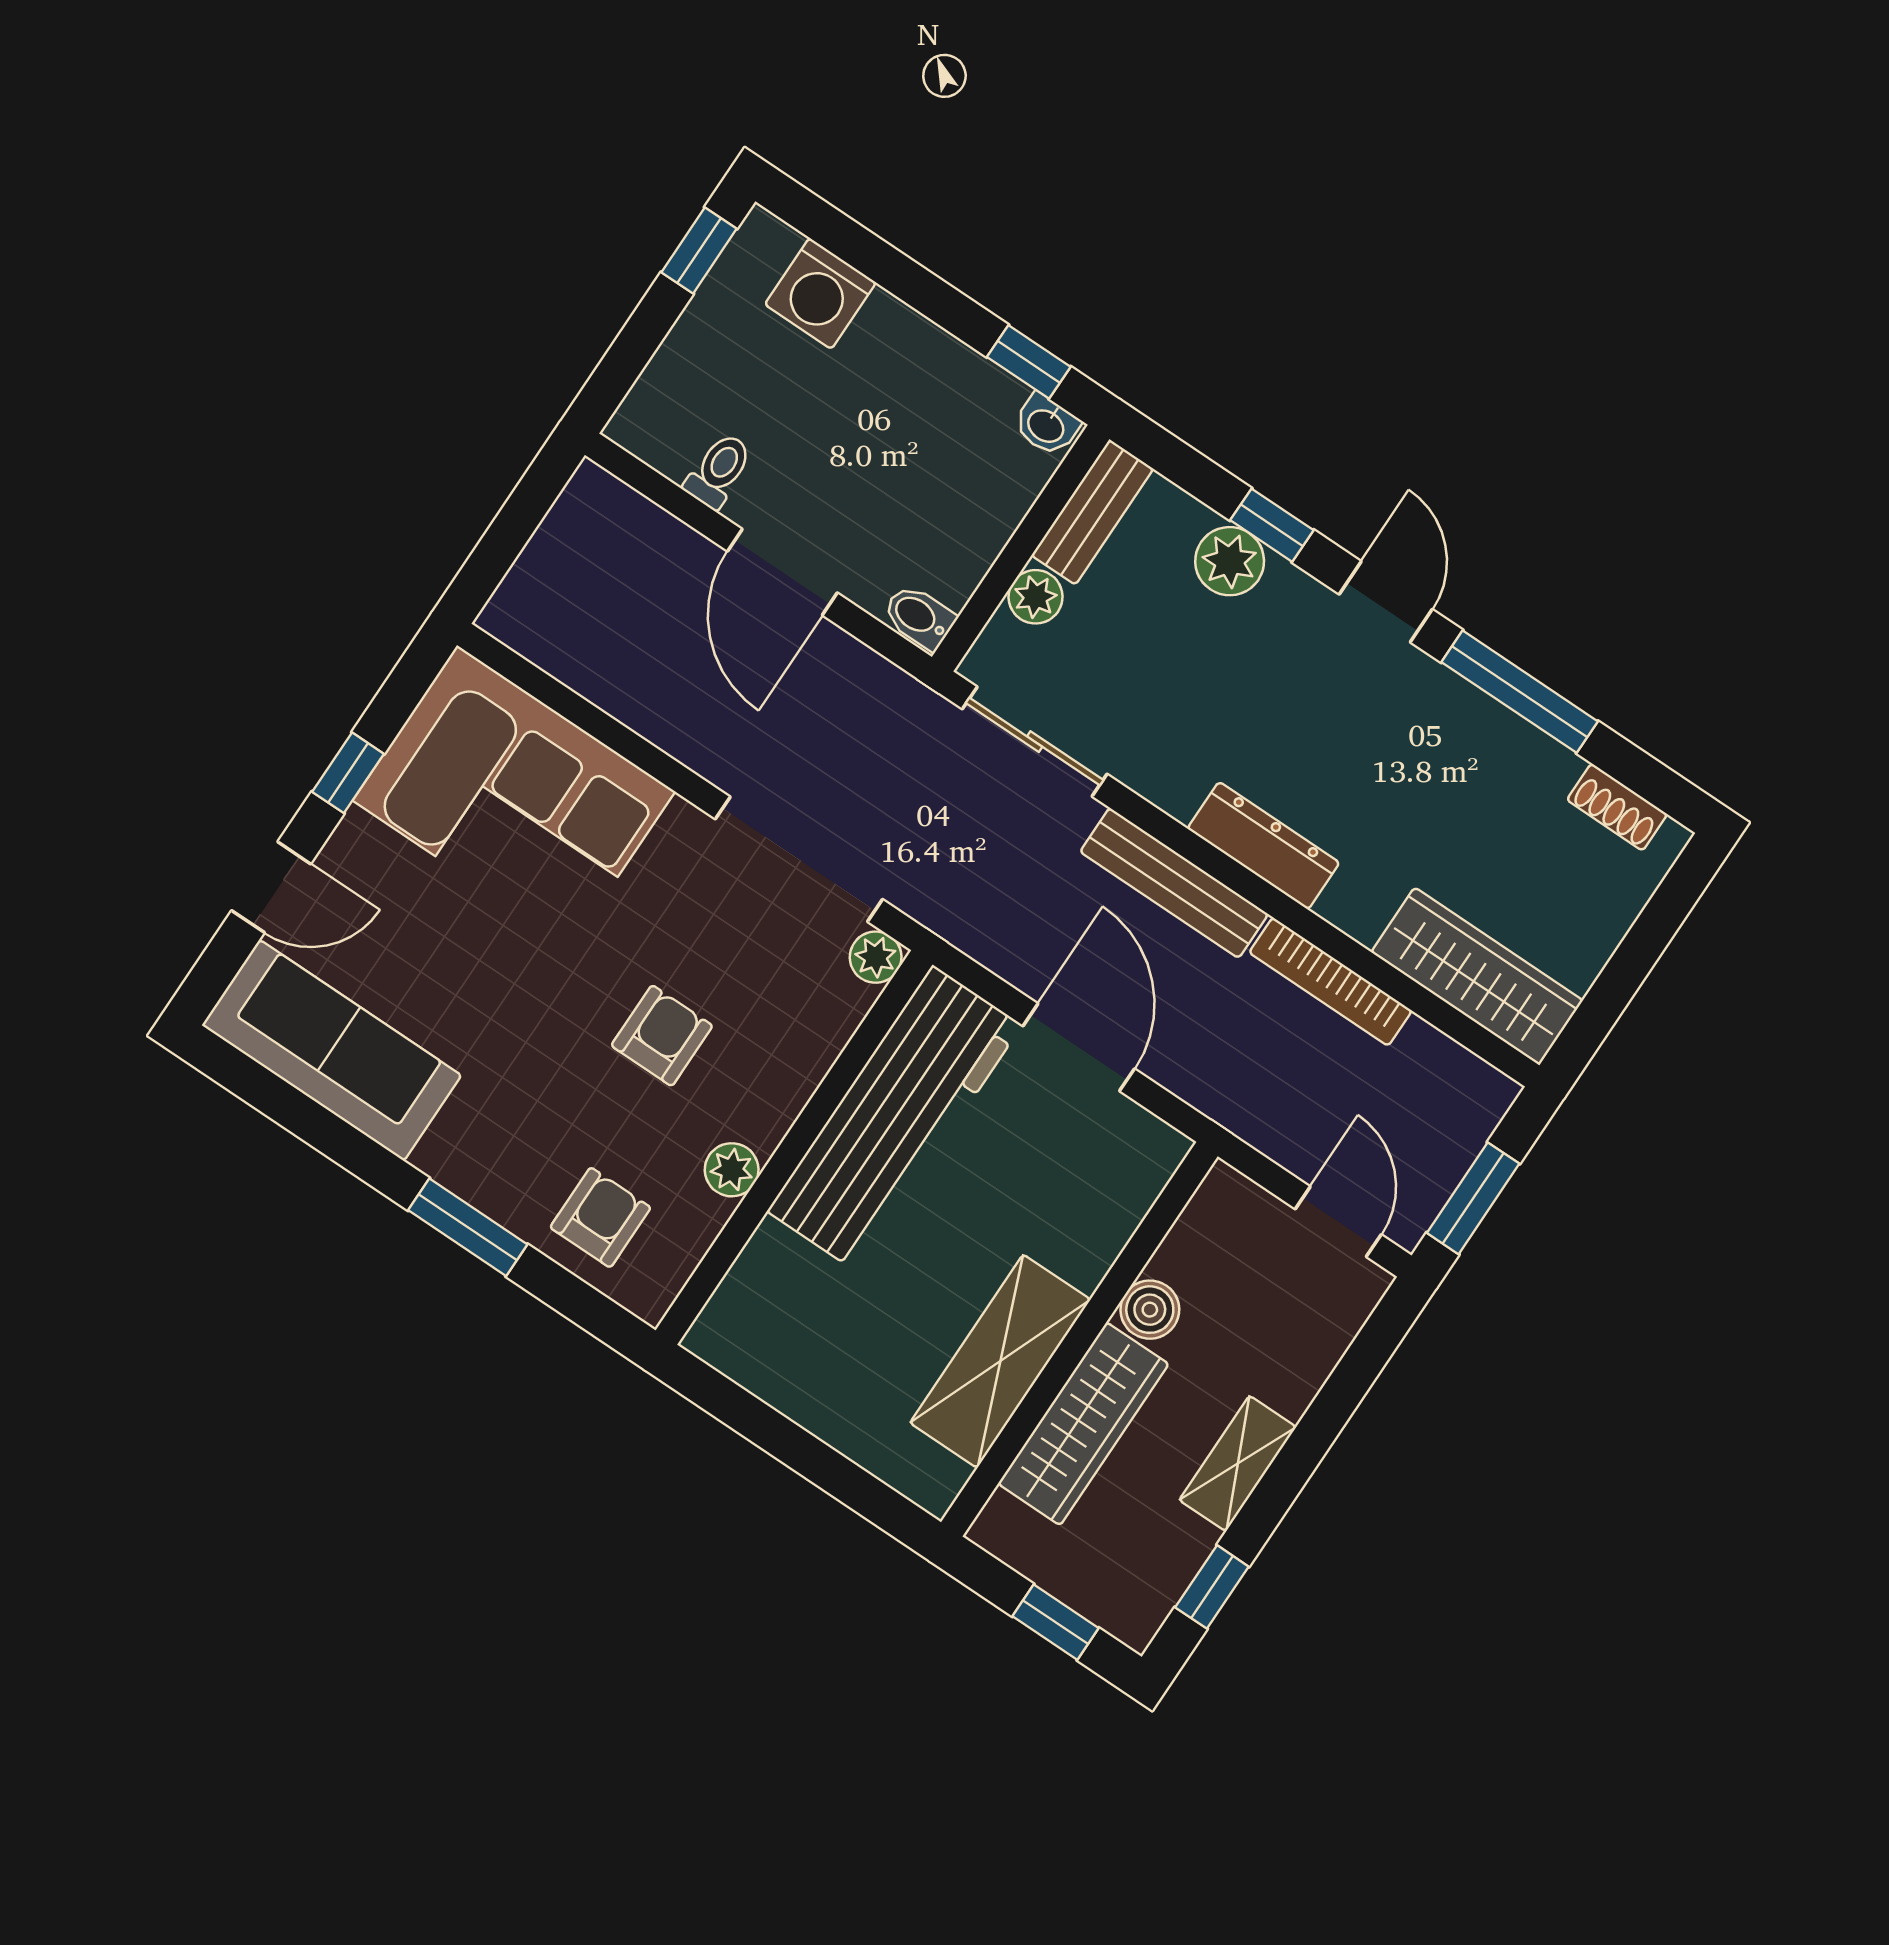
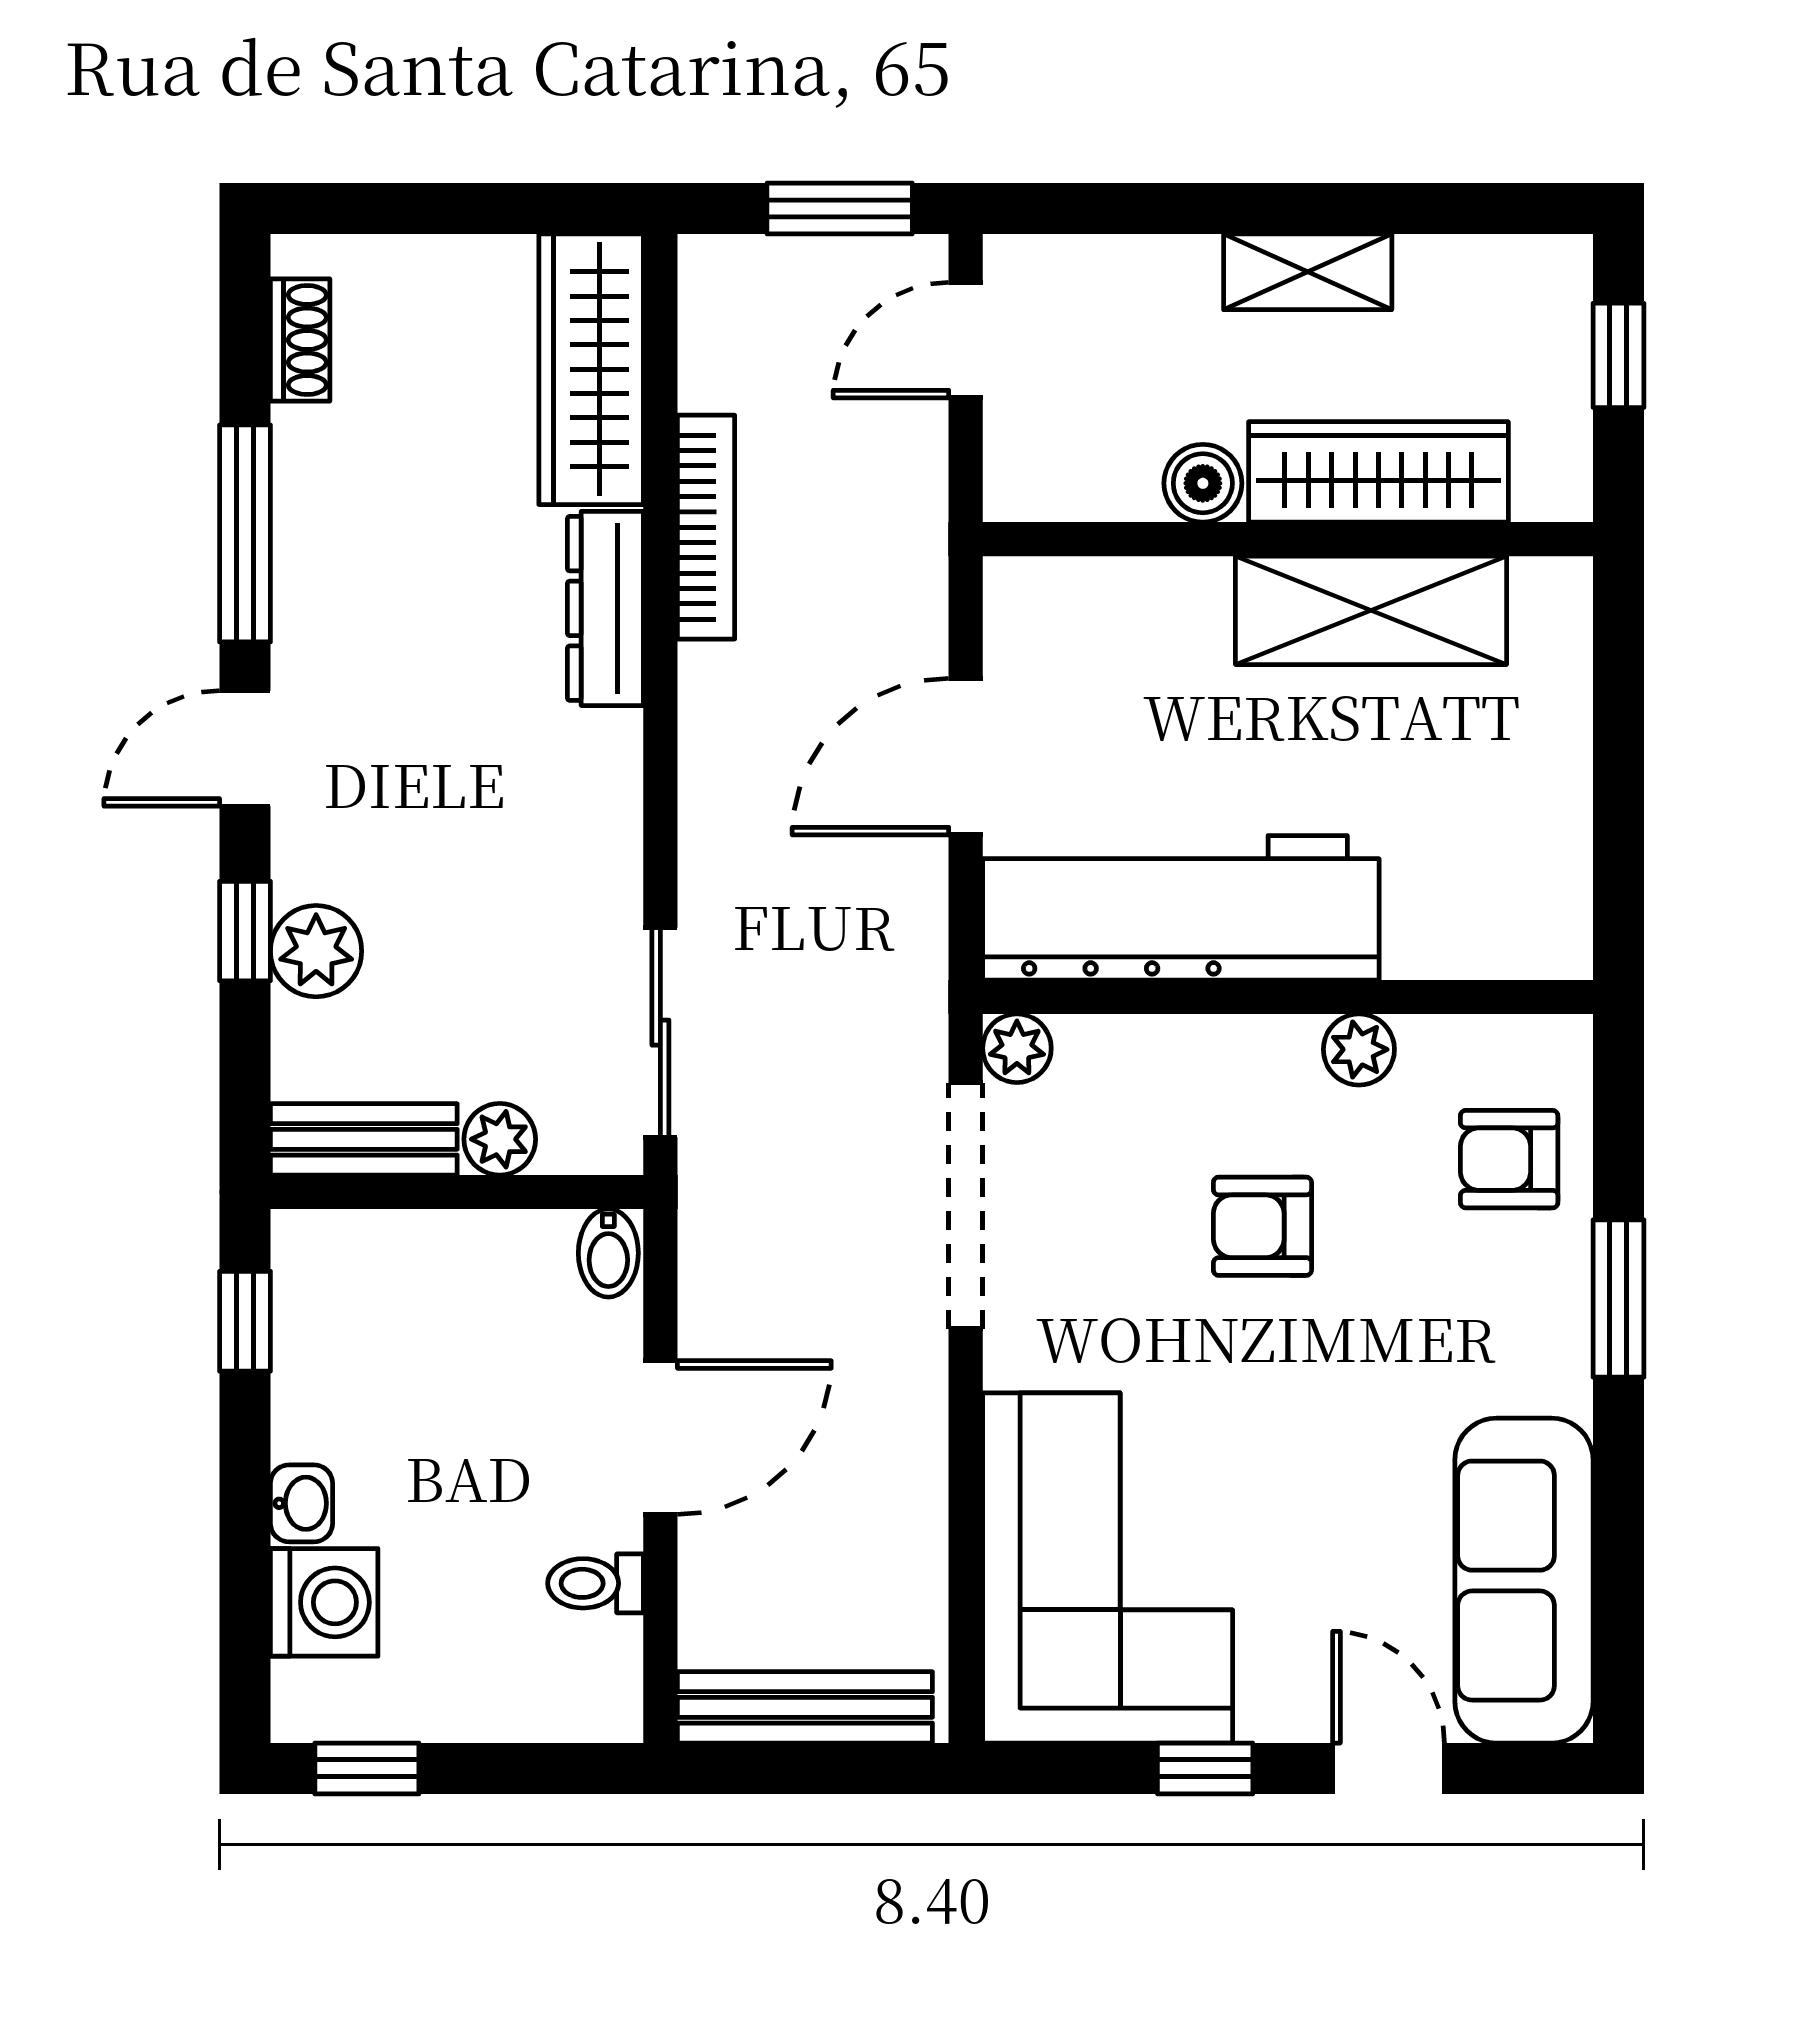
washbasin: (1046, 425) -> (302, 1503), moved
dresser: (1263, 846) -> (605, 608), moved
bench: (1174, 883) -> (805, 1707), moved, turned 90
window: (1212, 1587) -> (1463, 209), removed

